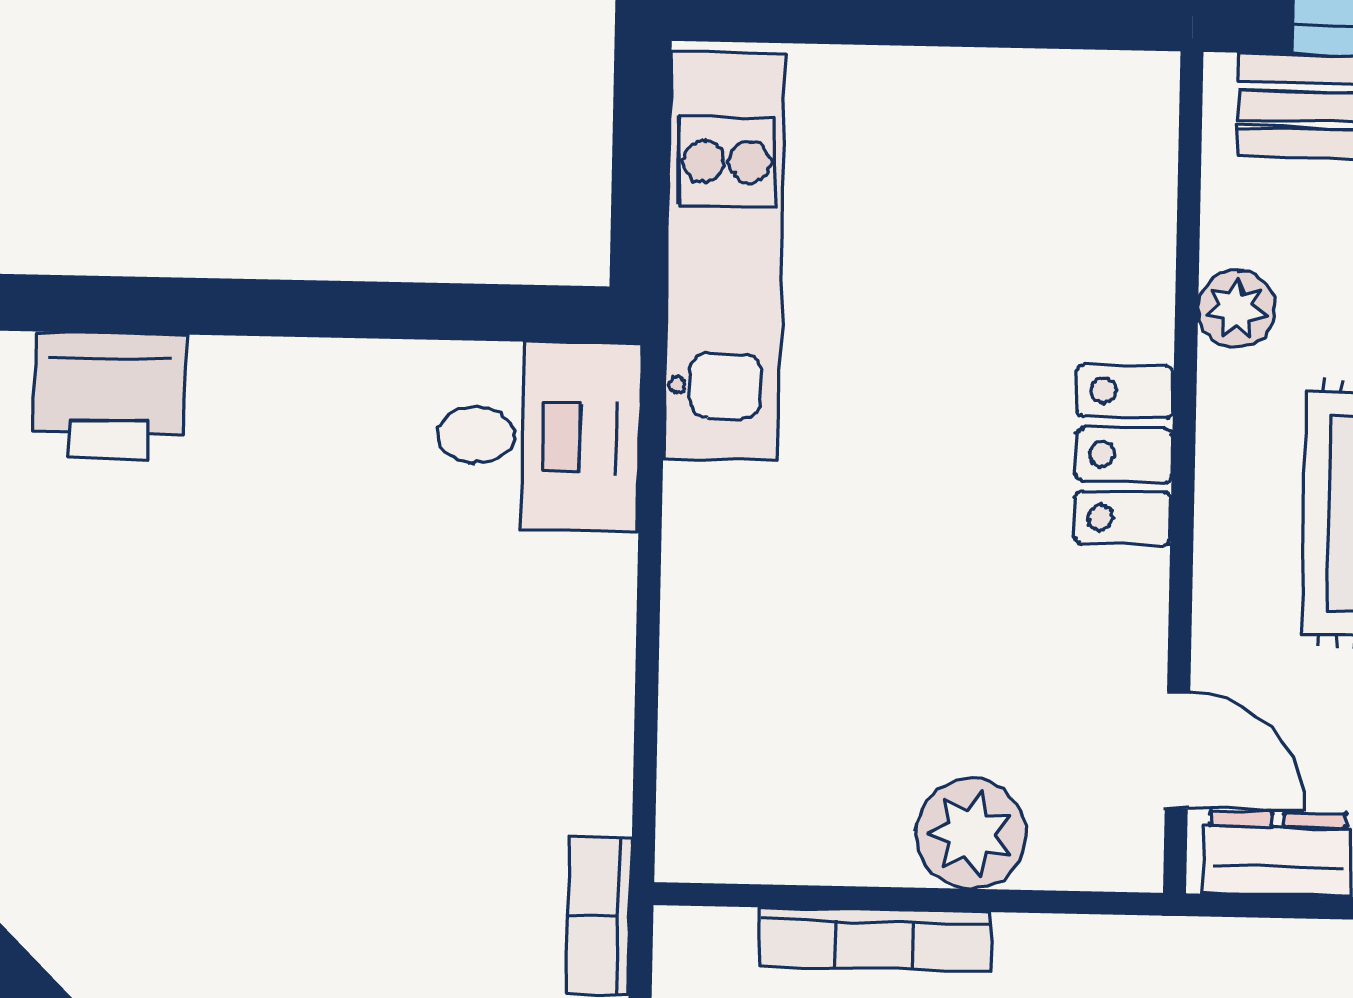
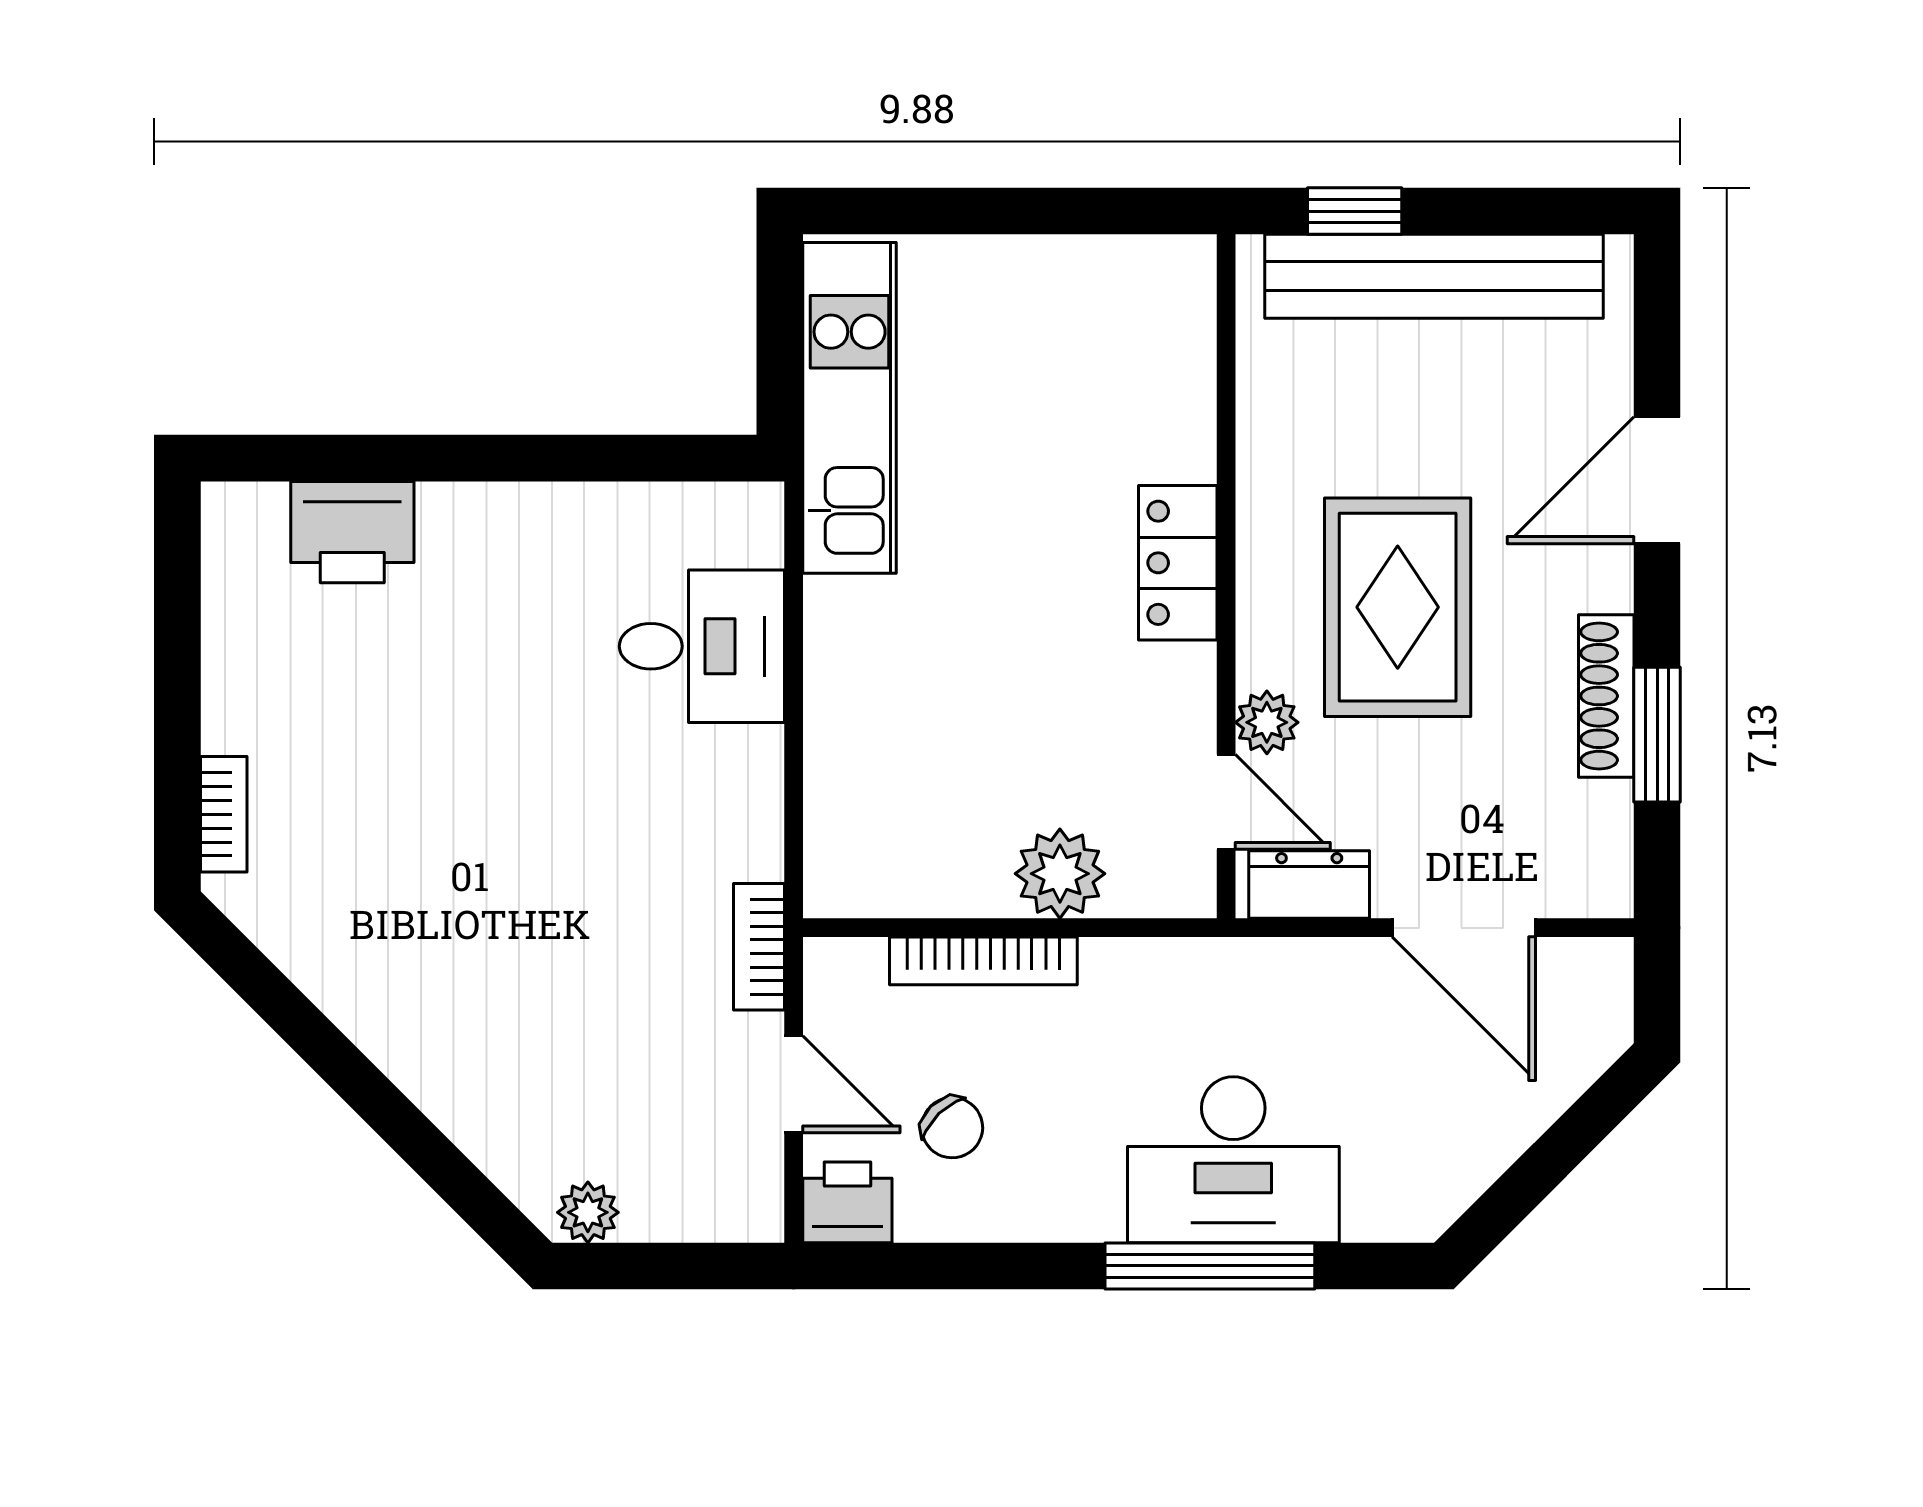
plant: (1237, 309) -> (1267, 722), moved
desk: (539, 436) -> (702, 646), moved

